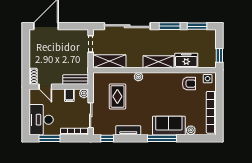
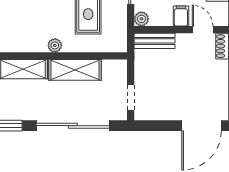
shelving: (109, 61) -> (75, 70), moved
filing cabinet: (69, 95) -> (181, 16), moved

